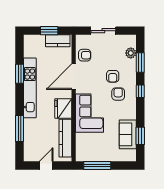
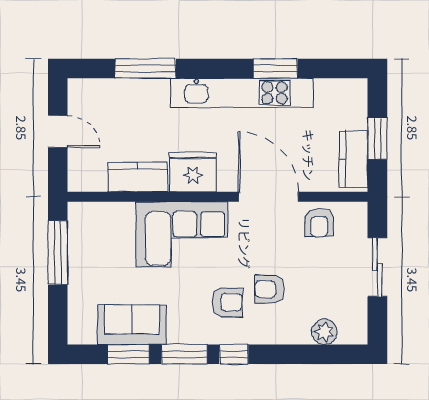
window: (140, 62) -> (184, 354), moved
kitchen counter: (65, 138) -> (138, 177), width x0.67

